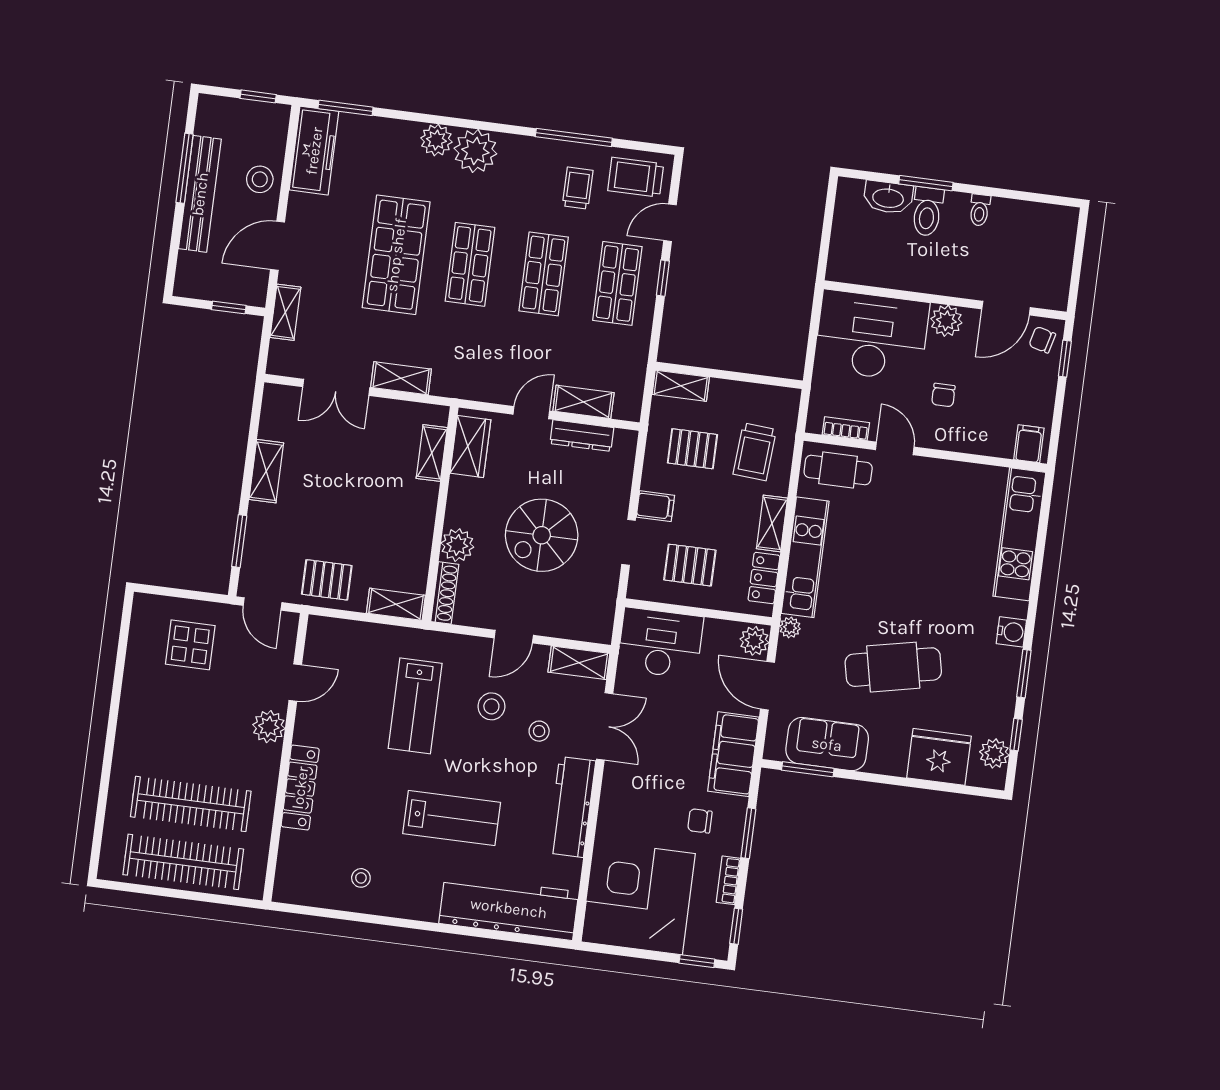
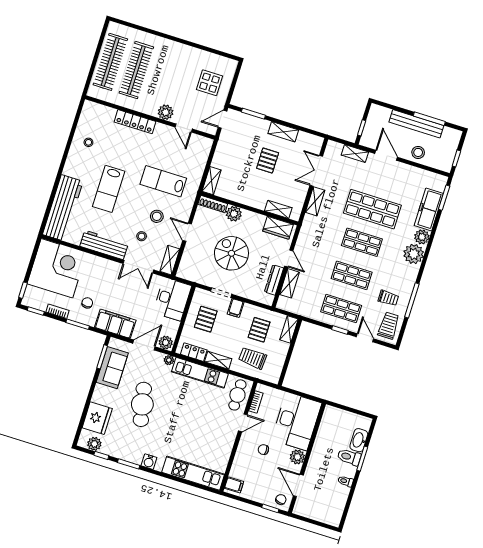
freezer: (314, 151) -> (429, 209), moved, turned 90
pallet: (327, 580) -> (268, 161), moved

